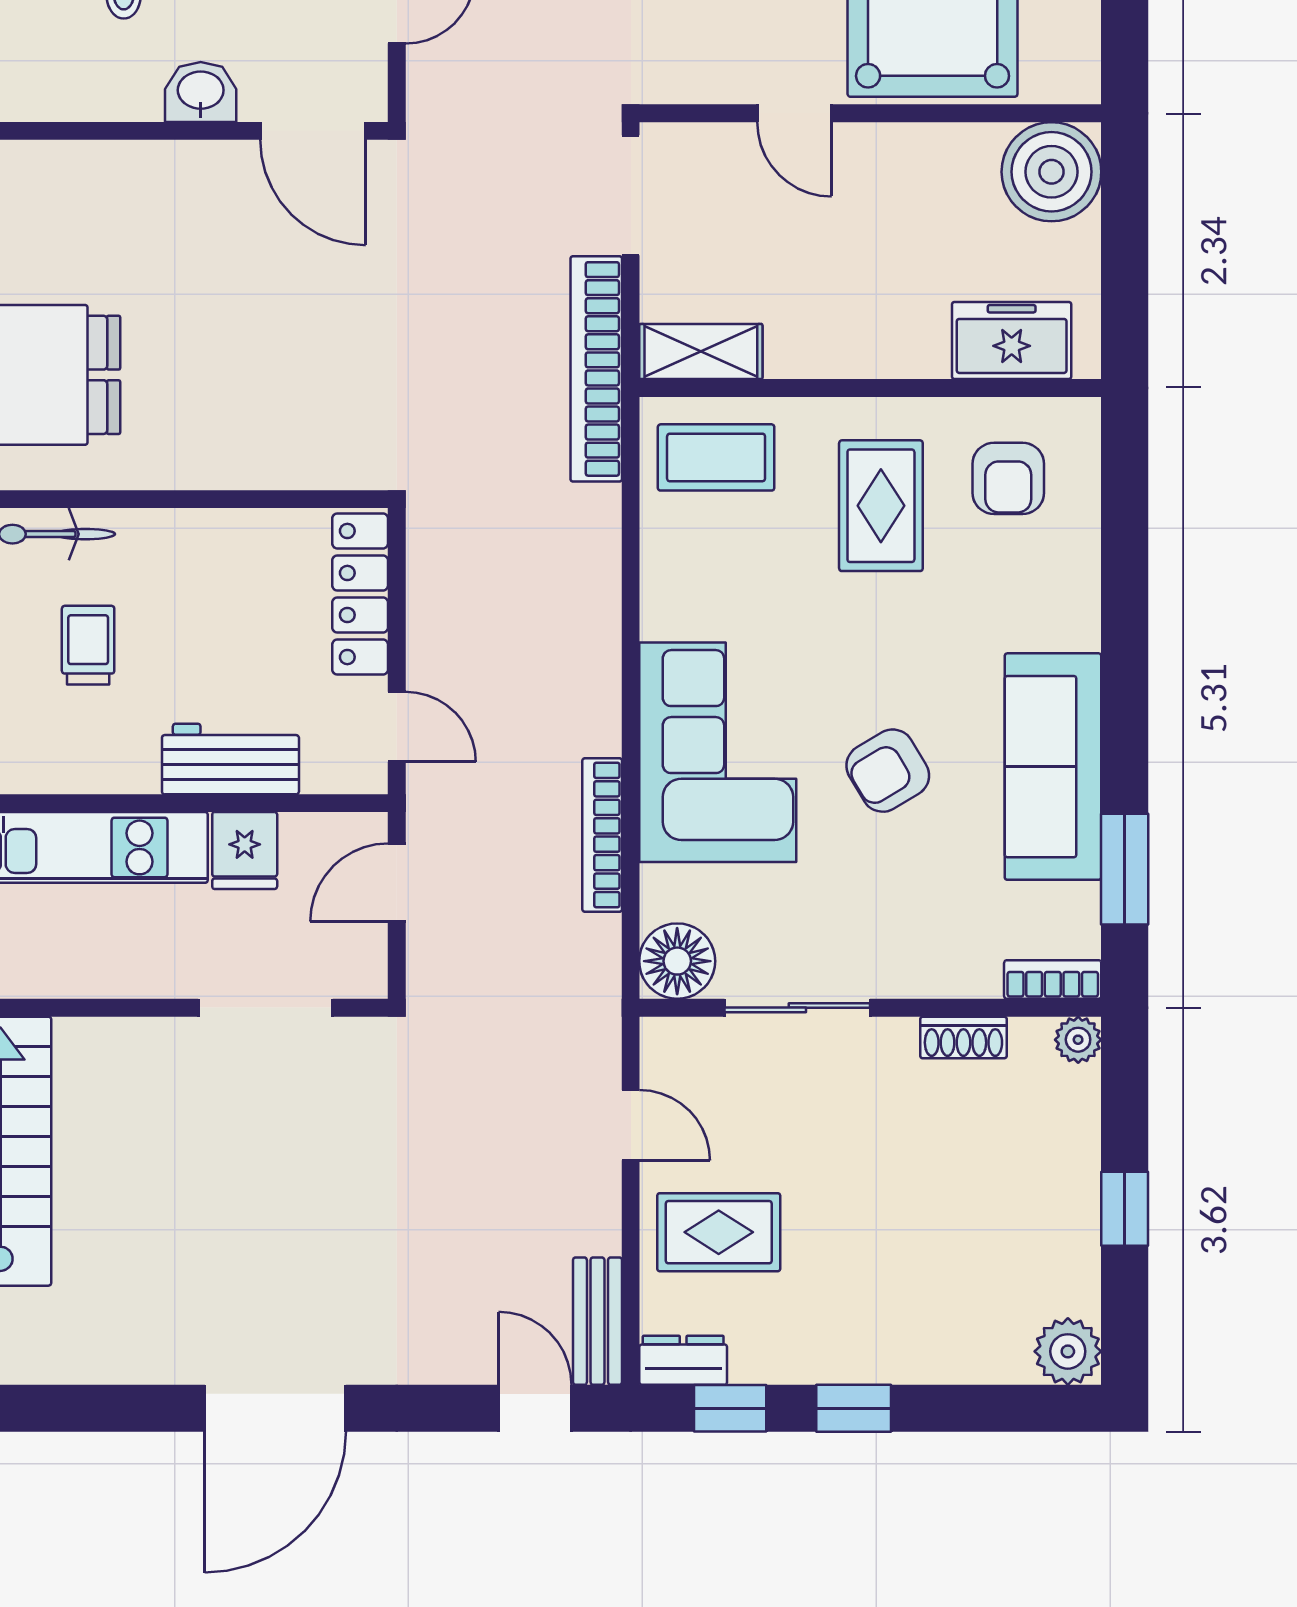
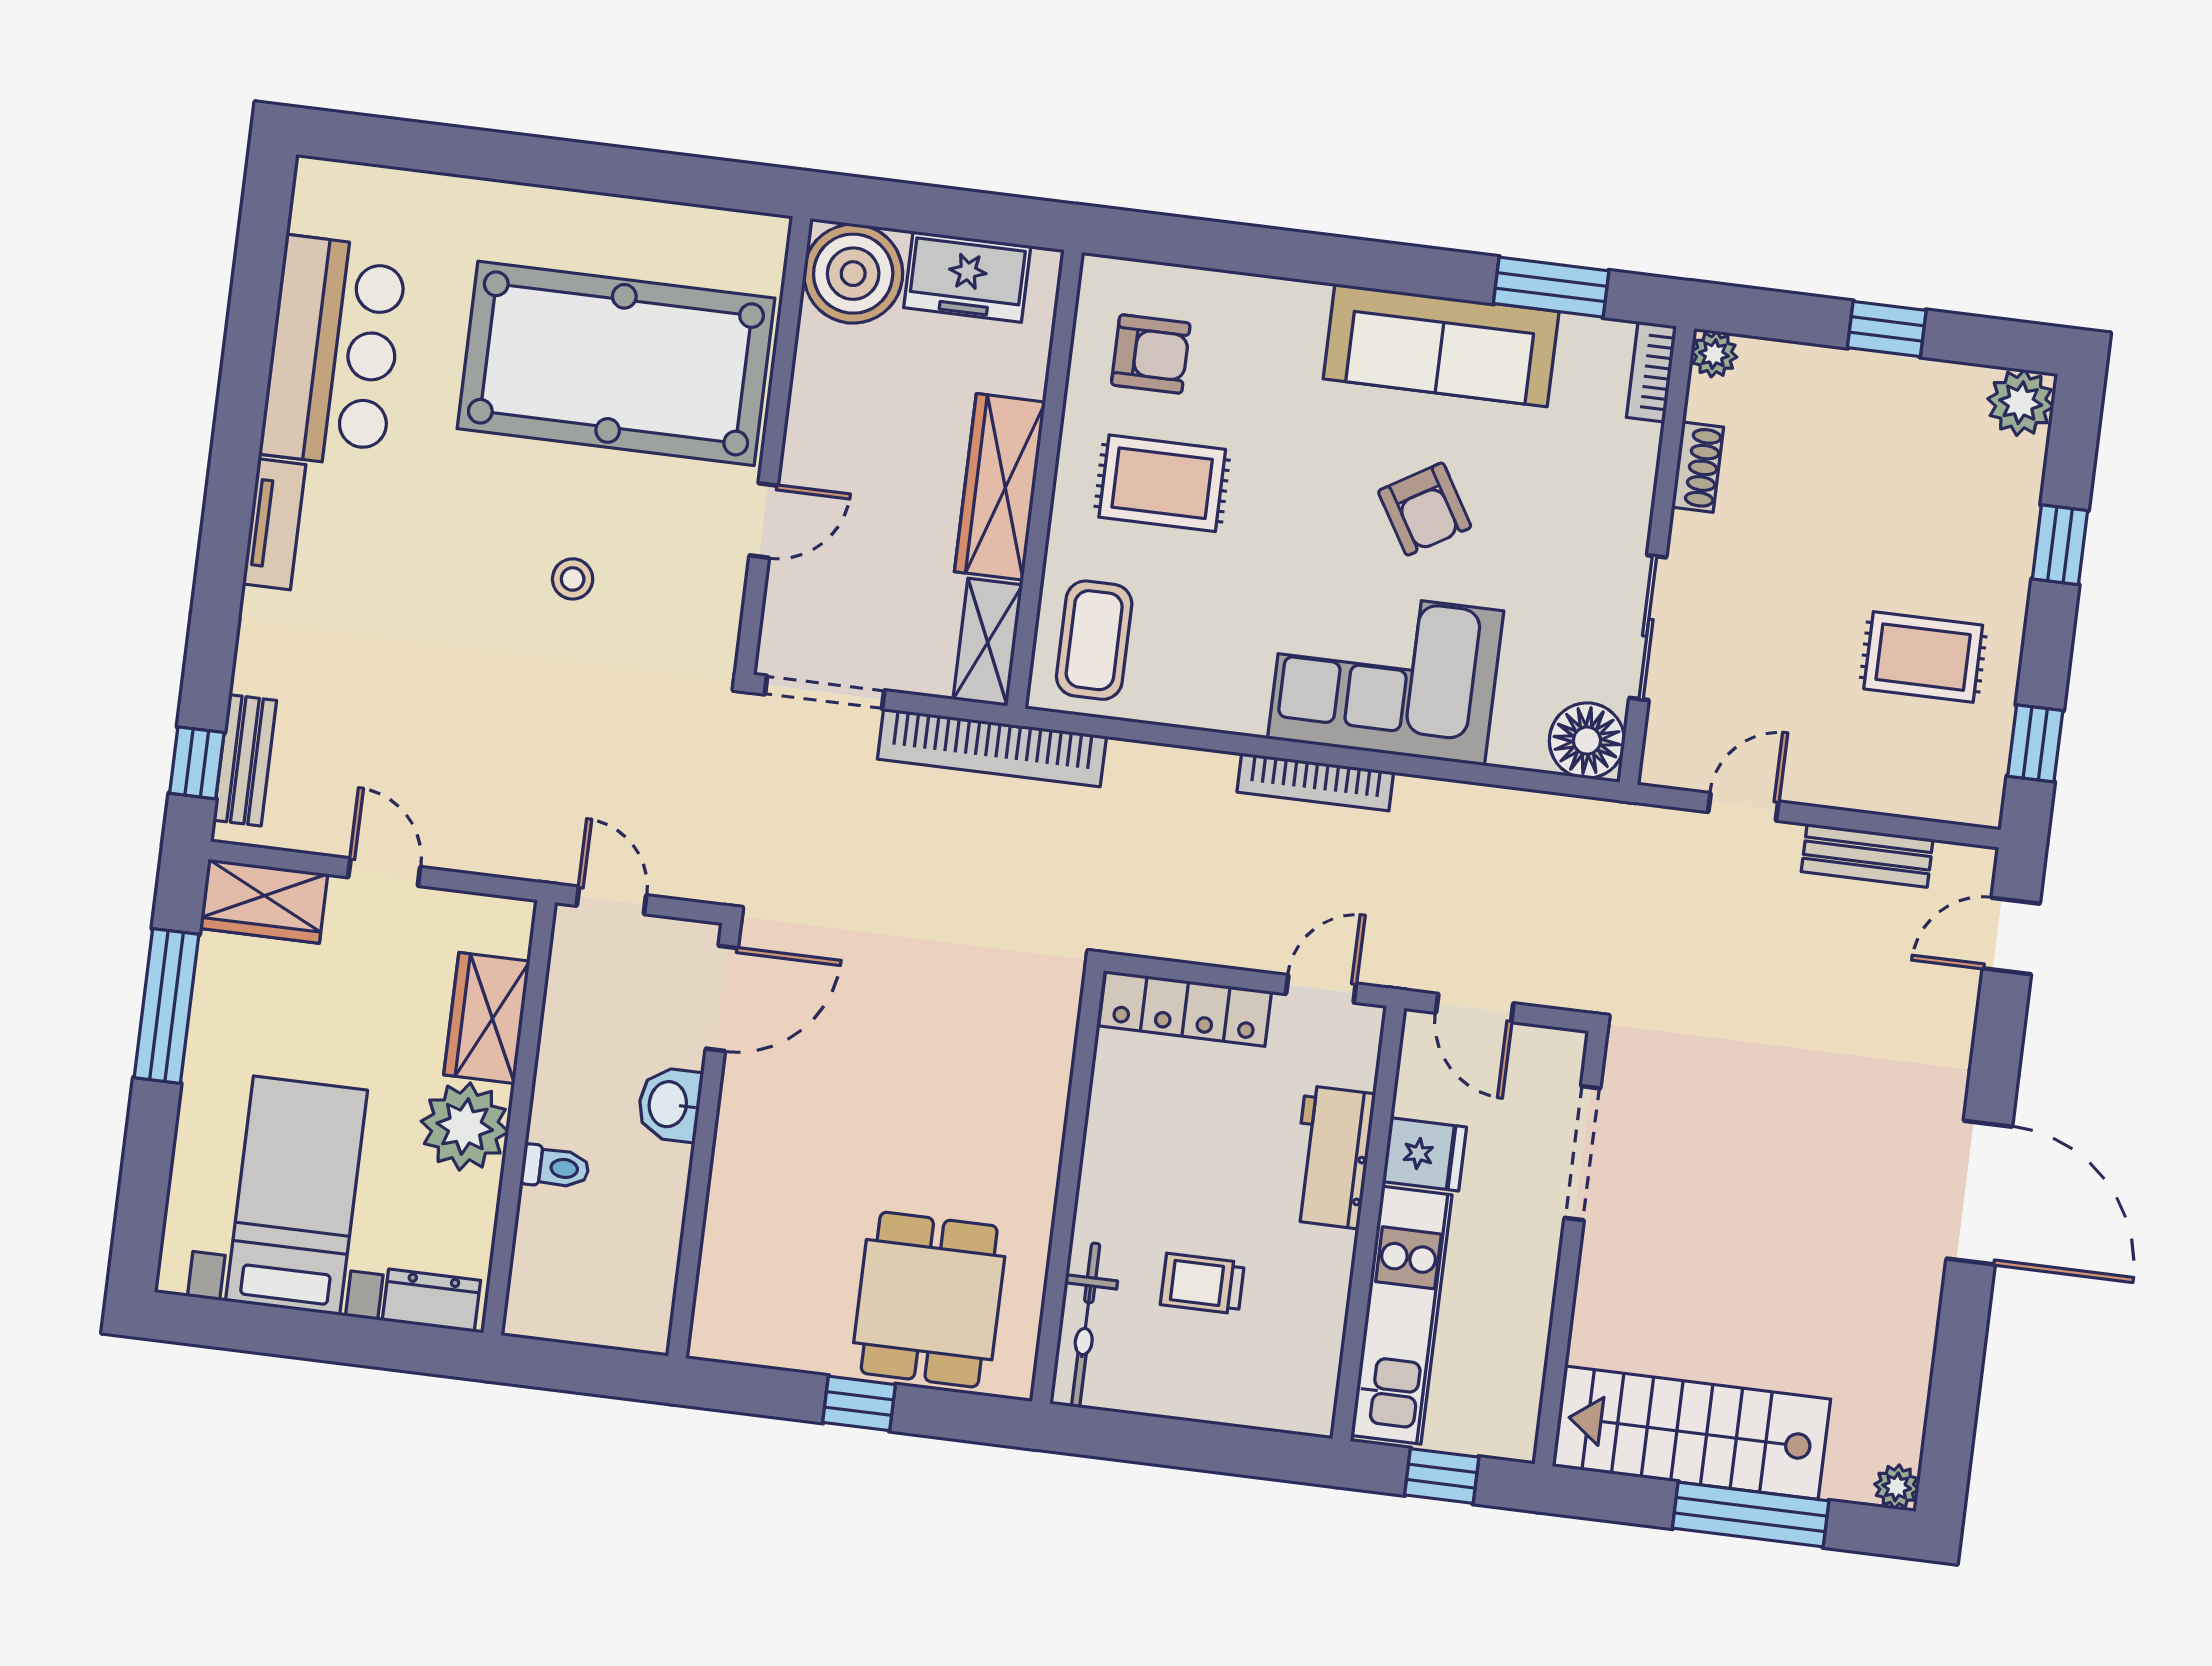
freezer: (1012, 341) -> (967, 277), moved, turned -90
wardrobe: (857, 344) -> (1000, 487), added
bookcase: (602, 835) -> (1315, 782), moved
rug: (719, 1232) -> (1923, 657), moved, turned 90
bench: (597, 1321) -> (1867, 855), moved
dresser: (683, 1360) -> (1982, 784), removed
window: (854, 1408) -> (2060, 545), moved

